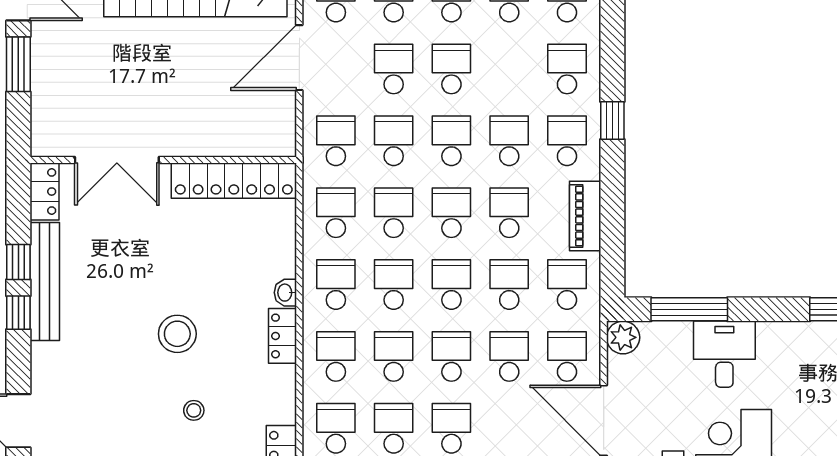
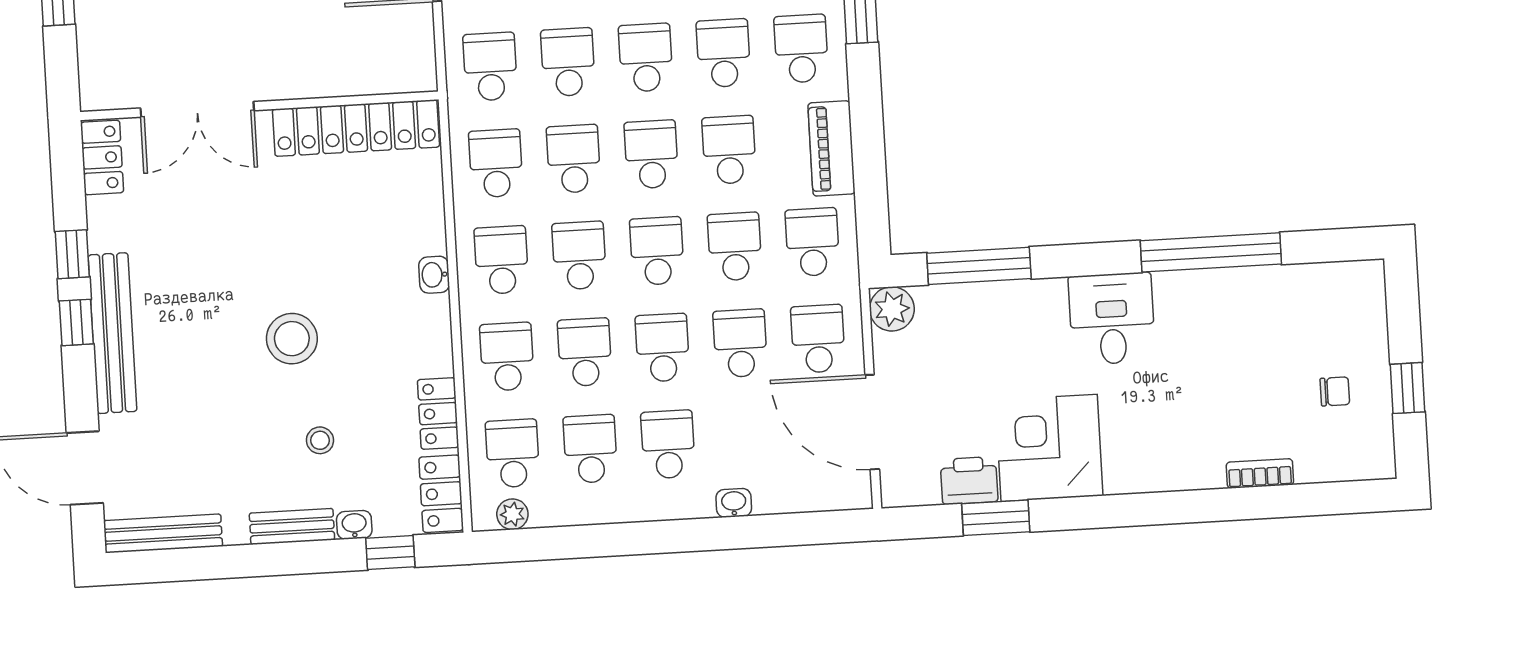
bench: (45, 282) -> (113, 333), moved
locker: (282, 336) -> (438, 414), moved
desk: (724, 354) -> (1112, 319), moved

